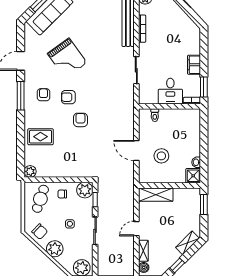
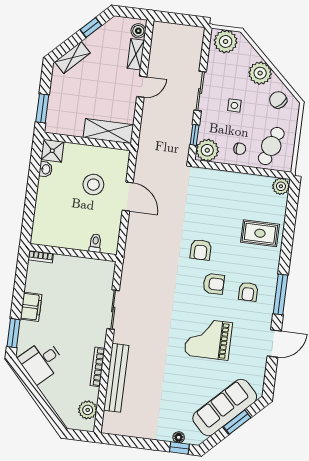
grand piano: (67, 58) -> (208, 339), turned -54
window: (204, 87) -> (14, 333), moved
desk: (170, 91) -> (42, 361), moved, turned -133

